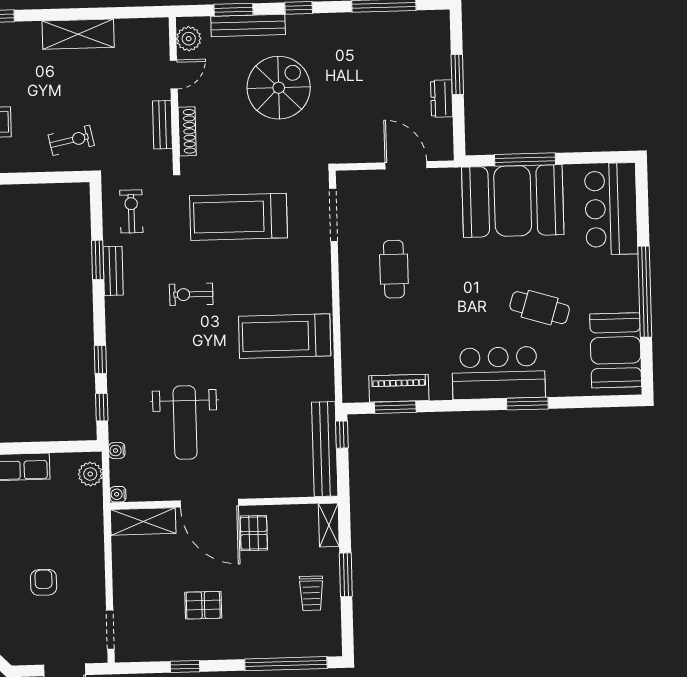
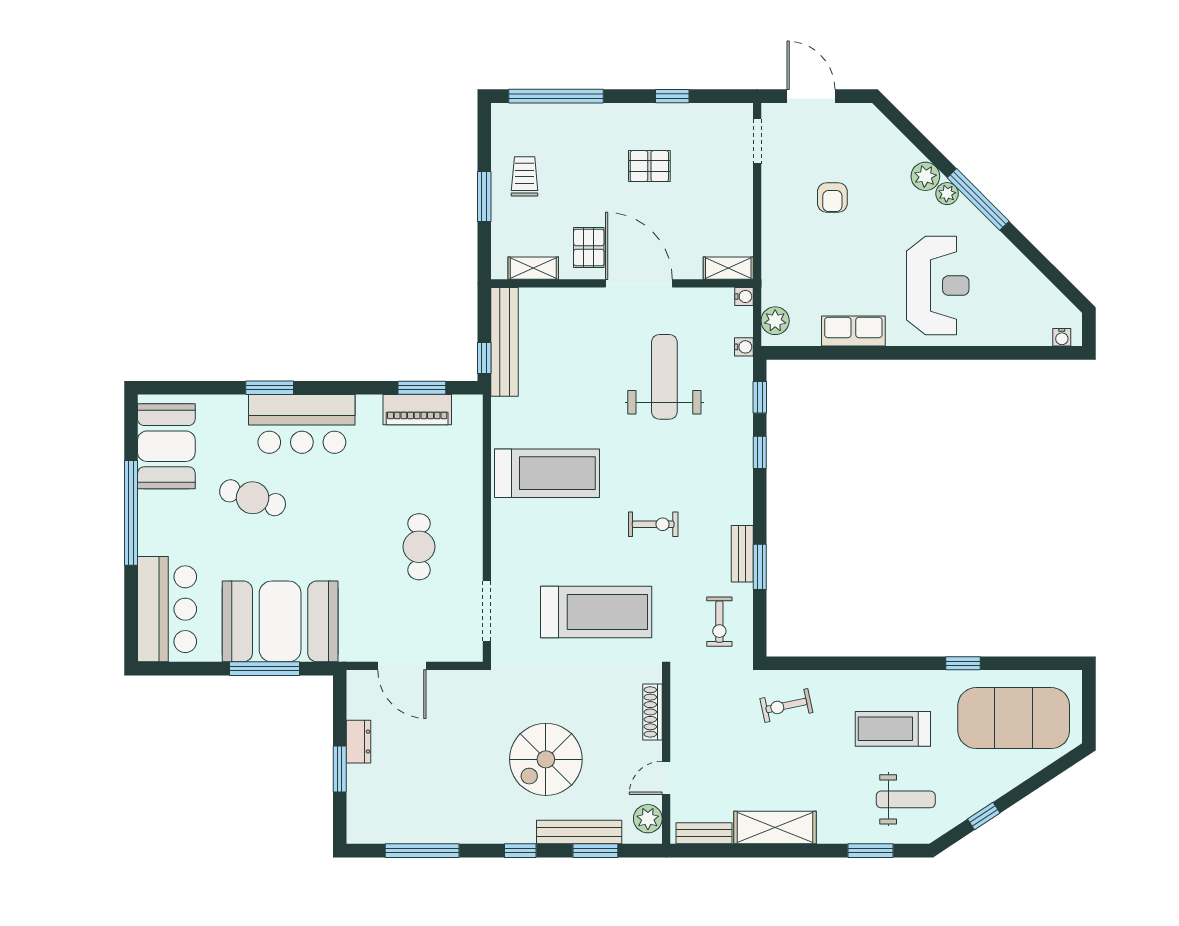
bench: (162, 125) -> (704, 833), moved, turned 90
shelving: (143, 521) -> (728, 268), width x0.67, depth x0.75
shelving: (329, 525) -> (533, 268), moved, turned 90

